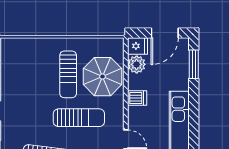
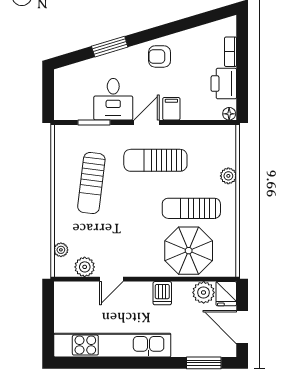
plant: (42, 44) -> (228, 176), added
sun lounger: (79, 118) -> (155, 160), moved, turned 90

